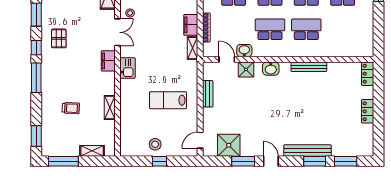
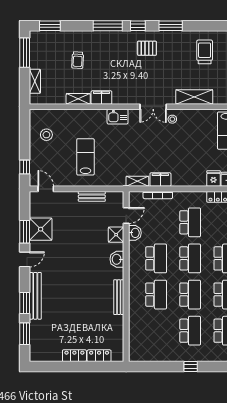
filing cabinet: (108, 61) -> (101, 97), moved
locker: (368, 74) -> (99, 356), moved
stool: (155, 144) -> (46, 135), moved
shower: (229, 145) -> (41, 229), moved
window: (160, 161) -> (25, 167), moved

